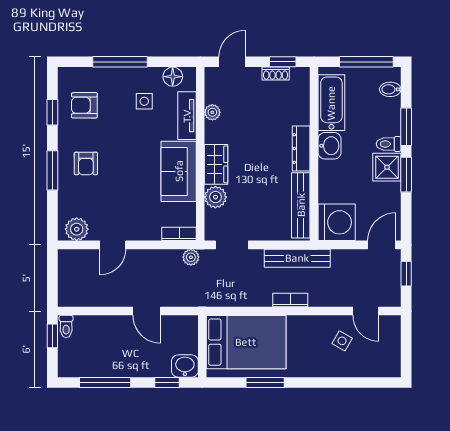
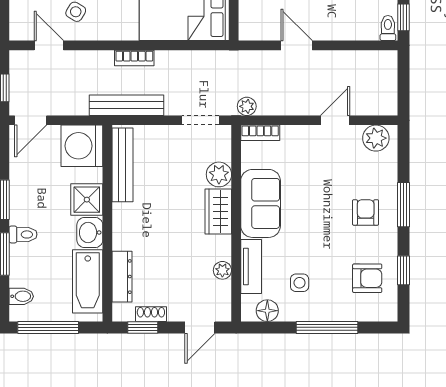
dresser: (301, 149) -> (122, 277), moved
shower: (387, 167) -> (87, 200), moved

